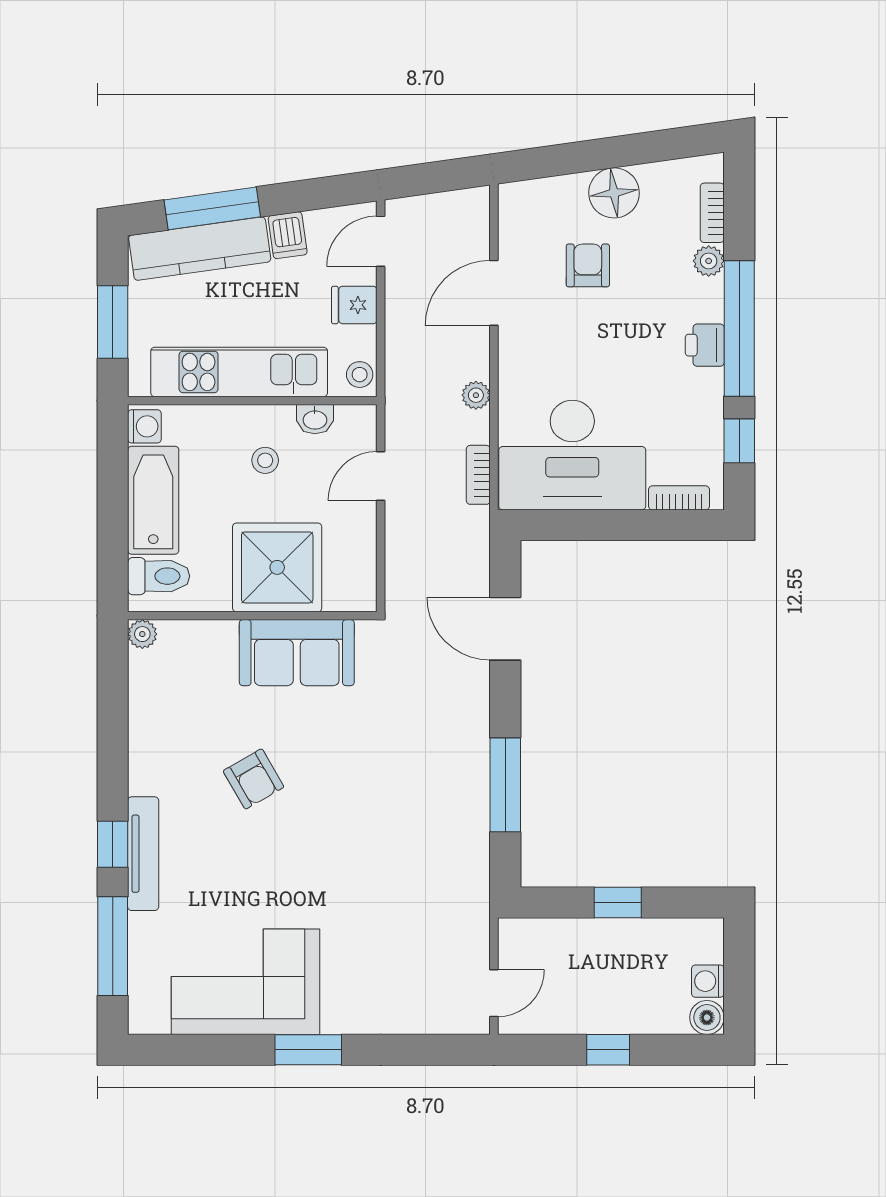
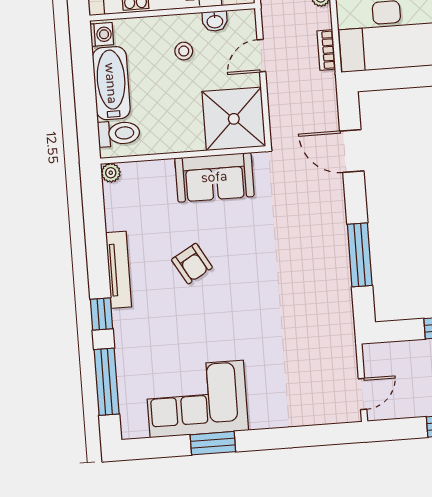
shower: (277, 567) -> (234, 119), moved
tv unit: (143, 854) -> (119, 270), moved
window: (308, 1050) -> (213, 443), moved

